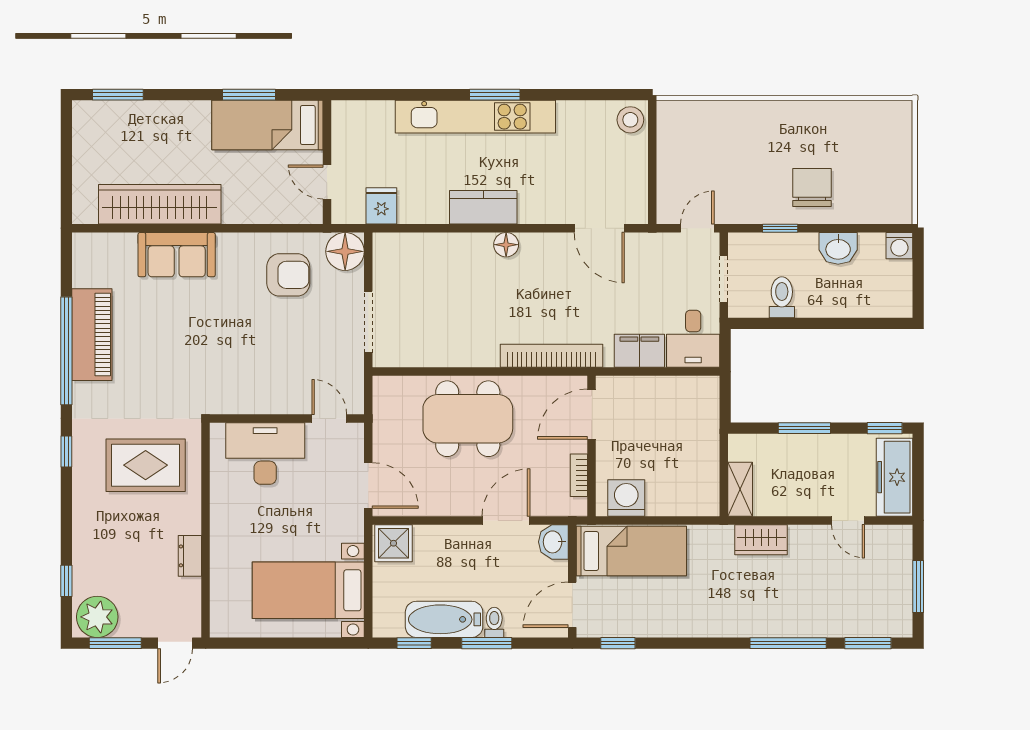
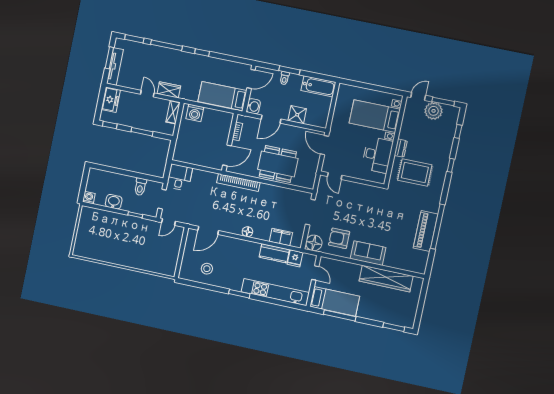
window: (249, 95) -> (340, 315), width x1.44
kitchen unit: (475, 117) -> (275, 292), moved
stool: (630, 120) -> (207, 269), moved
chair: (812, 187) -> (119, 229), removed
kitchen counter: (483, 207) -> (274, 253), moved
door: (599, 228) -> (208, 230), swing flipped
sofa: (177, 255) -> (368, 253), moved
filing cabinet: (639, 351) -> (281, 237), moved, turned 180
window: (66, 451) -> (451, 165), moved
desk: (265, 454) -> (377, 155), moved, turned -90
freezer: (894, 477) -> (111, 100), width x0.71
washing machine: (626, 498) -> (195, 113), moved
door: (848, 520) -> (147, 94), moved
shower: (393, 543) -> (297, 115), moved
dresser: (190, 556) -> (401, 148), moved
tv unit: (901, 569) -> (115, 66), added
bed with nightstands: (308, 590) -> (375, 116), moved, turned 180
plant: (97, 617) -> (434, 111), moved
bathtub: (444, 619) -> (318, 86), moved
window: (414, 643) -> (319, 76), removed
window: (618, 643) -> (202, 53), moved

